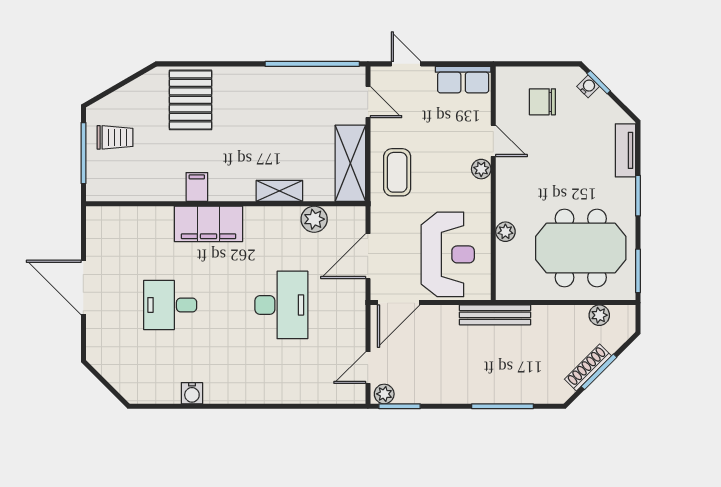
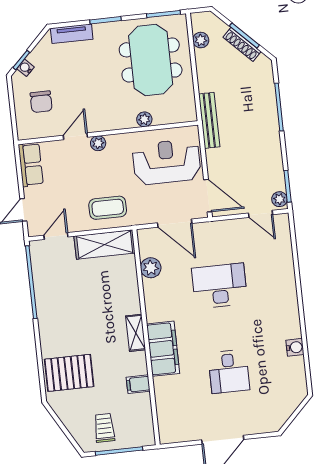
filing cabinet: (197, 187) -> (138, 384), moved
shelving: (279, 191) -> (136, 333), moved

